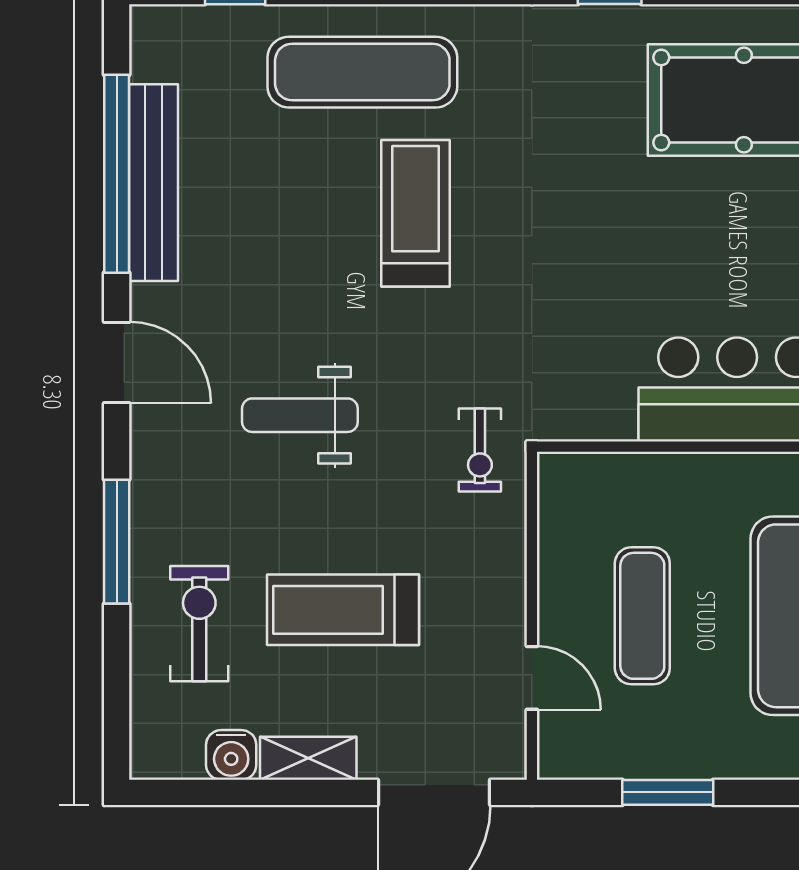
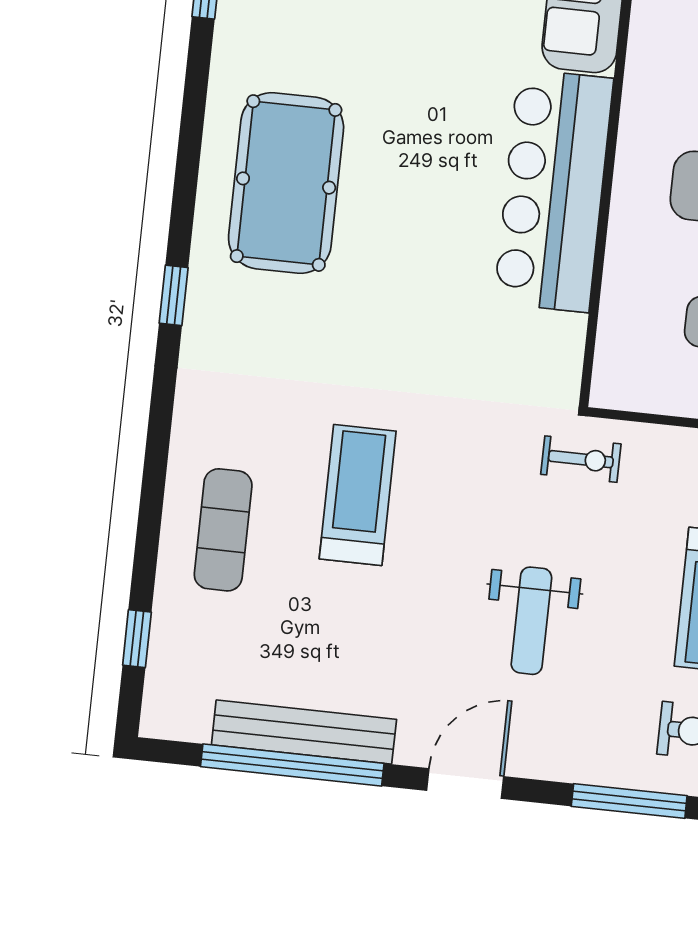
exercise mat: (362, 72) -> (223, 530), width x0.73, depth x0.69
treadmill: (415, 213) -> (358, 495), turned 90

